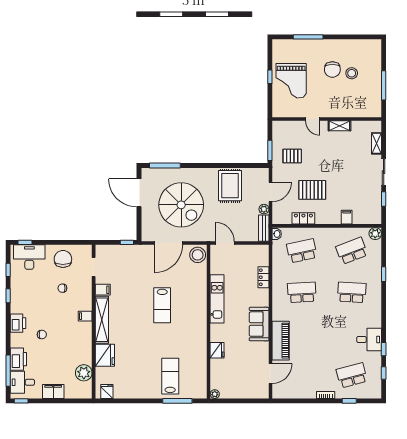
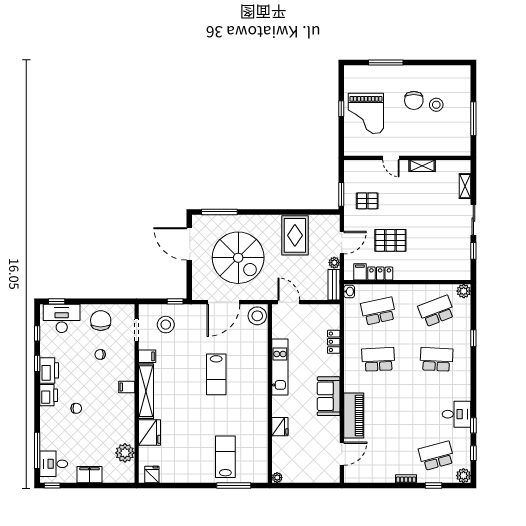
filing cabinet: (347, 217) -> (360, 272), moved
stool: (119, 262) -> (166, 325), added
printer: (18, 359) -> (49, 370), moved
plant: (375, 392) -> (463, 476), added

